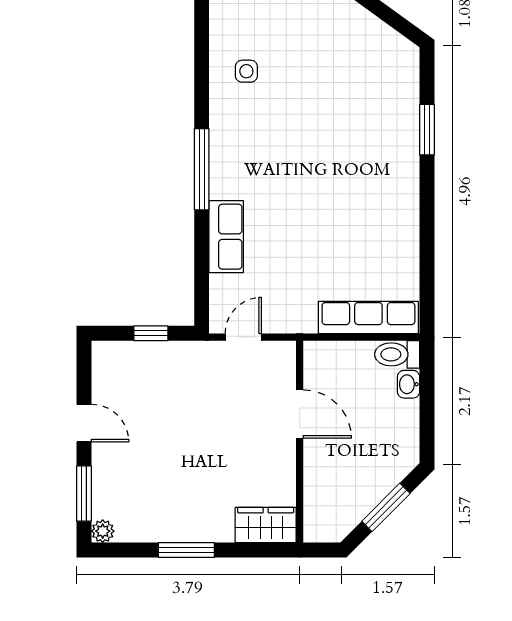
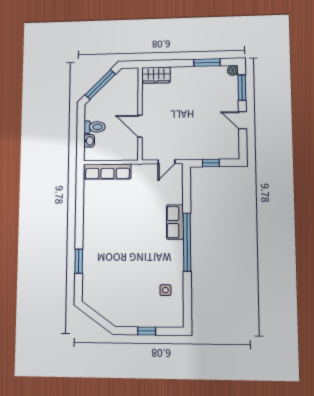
window: (202, 169) -> (187, 242), width x1.46
row of seats: (226, 237) -> (175, 222), moved
toilet: (397, 354) -> (95, 127), moved
window: (386, 507) -> (100, 84), width x1.44
window: (186, 550) -> (207, 63), moved

